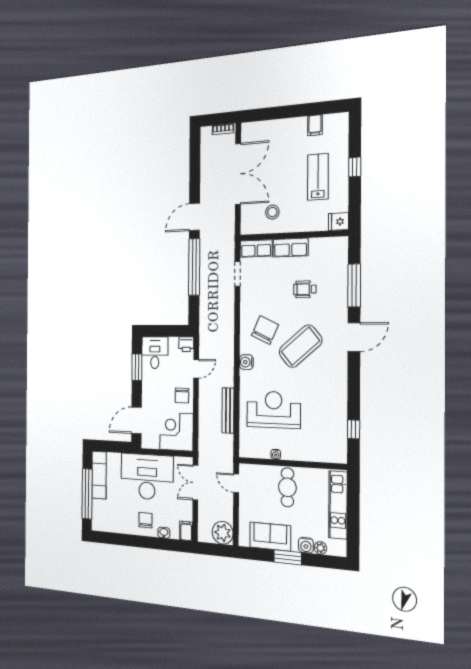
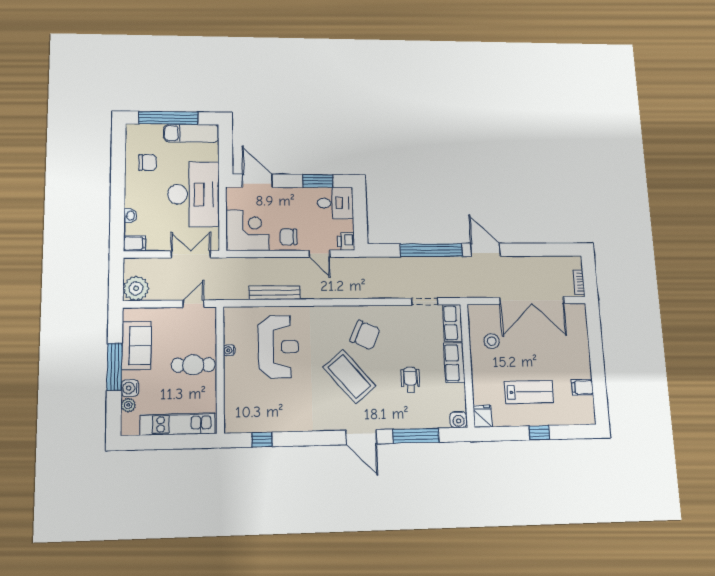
water cooler: (246, 362) -> (458, 420), moved, turned 180
chair: (145, 520) -> (147, 162), moved
window: (288, 557) -> (114, 367), width x1.44

